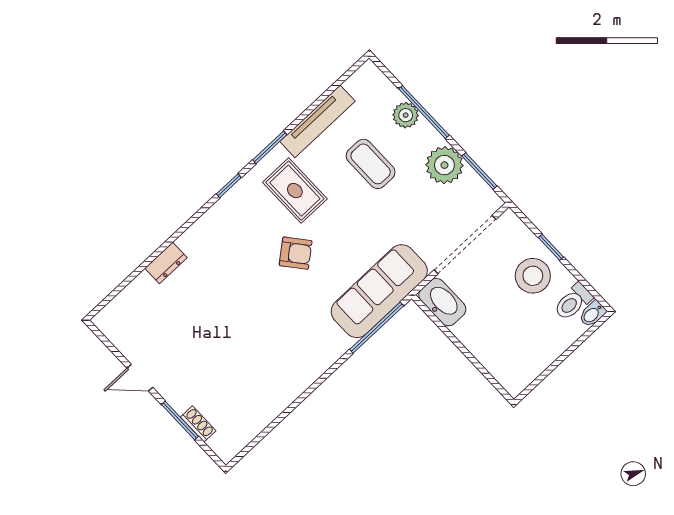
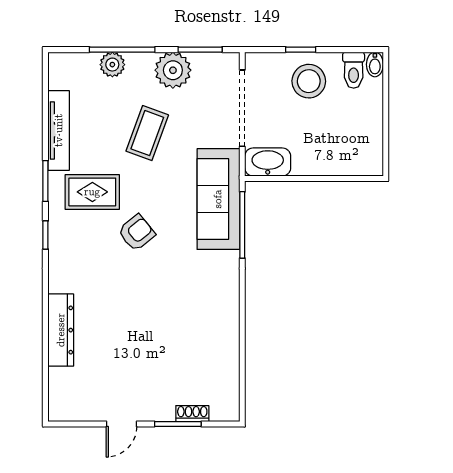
coffee table: (371, 164) -> (147, 133), moved, turned -70
dresser: (166, 263) -> (61, 330), width x1.96, depth x1.24

